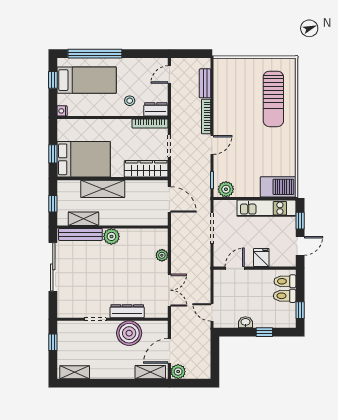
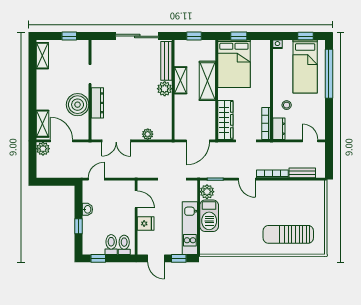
barbecue: (278, 187) -> (209, 216), moved
shelving: (83, 219) -> (180, 80), moved

